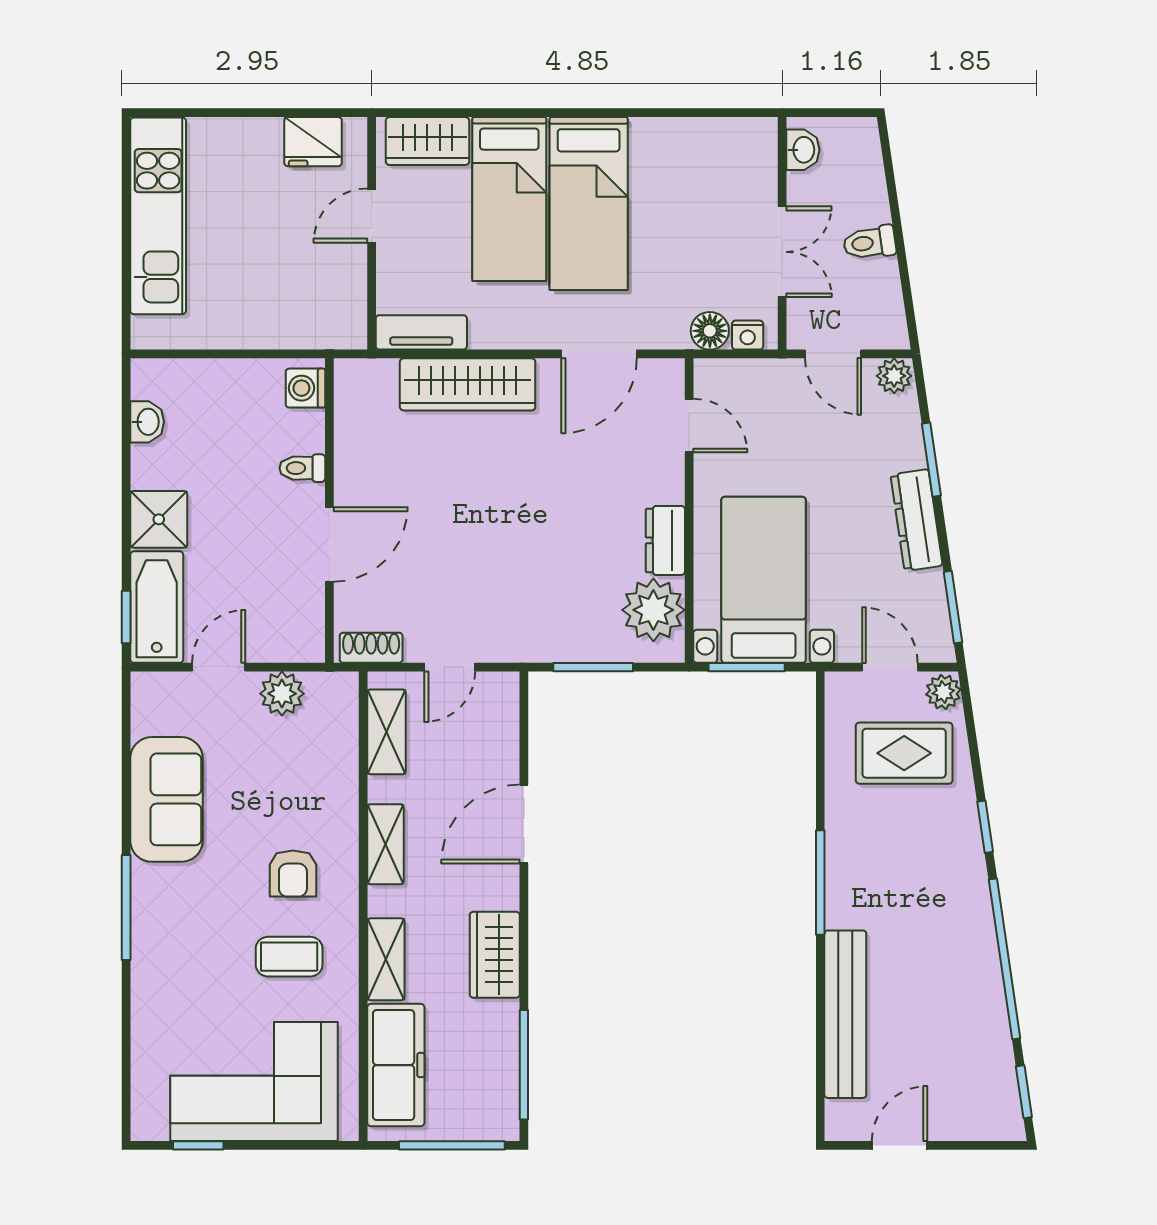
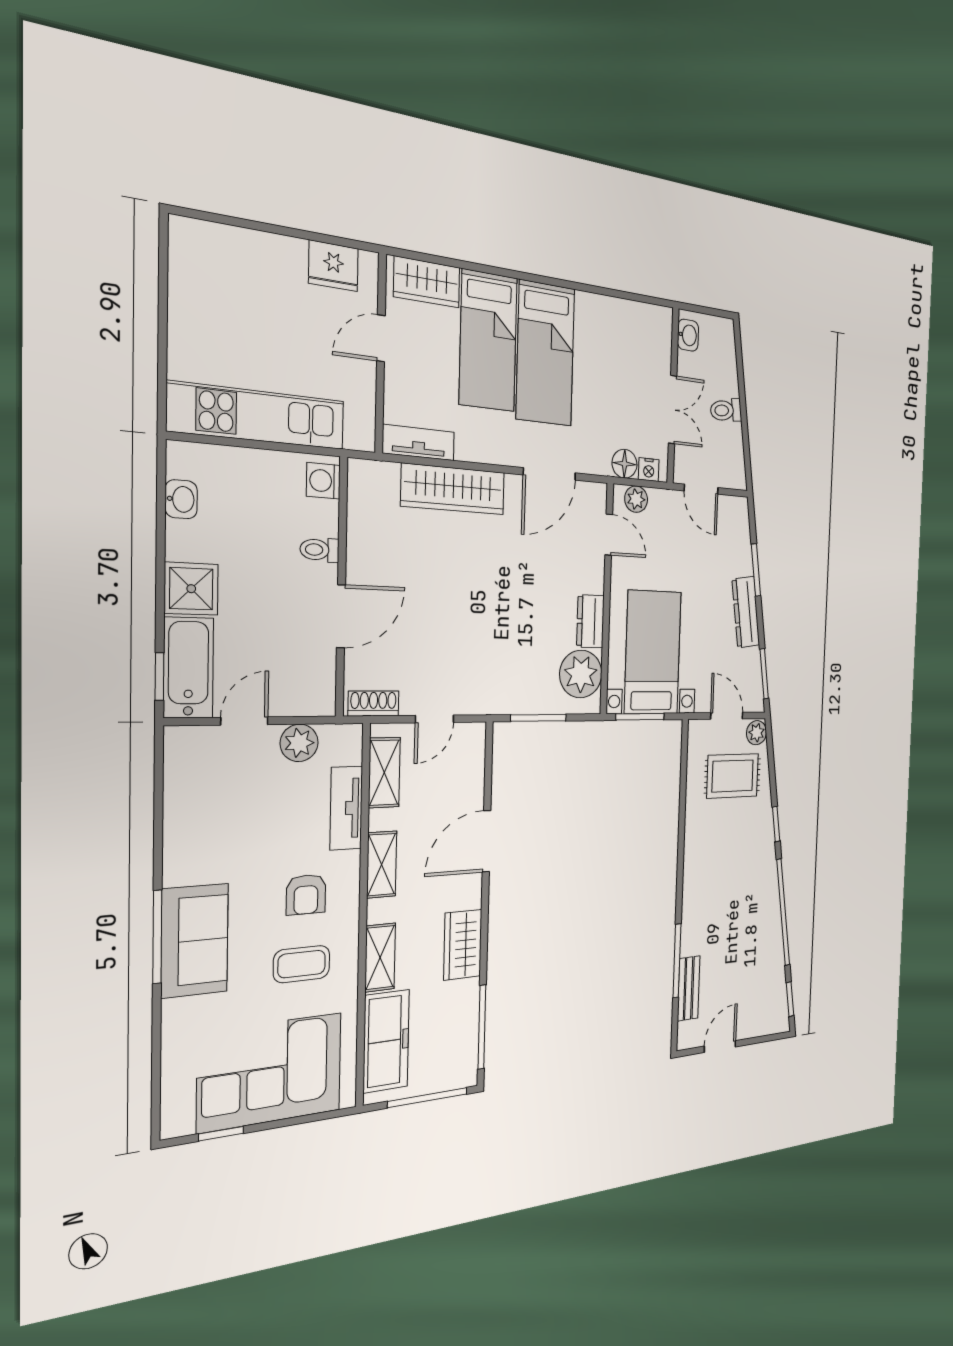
kitchen unit: (158, 216) -> (257, 416), moved, turned -90
plant: (894, 376) -> (636, 499), moved
tv unit: (340, 773) -> (346, 808), added
sofa: (167, 799) -> (195, 941), moved
window: (820, 883) -> (677, 961), moved
bench: (845, 1014) -> (689, 988), width x0.54, depth x0.82

